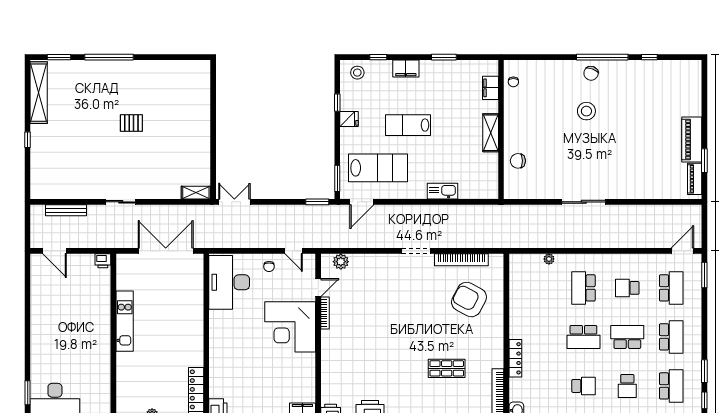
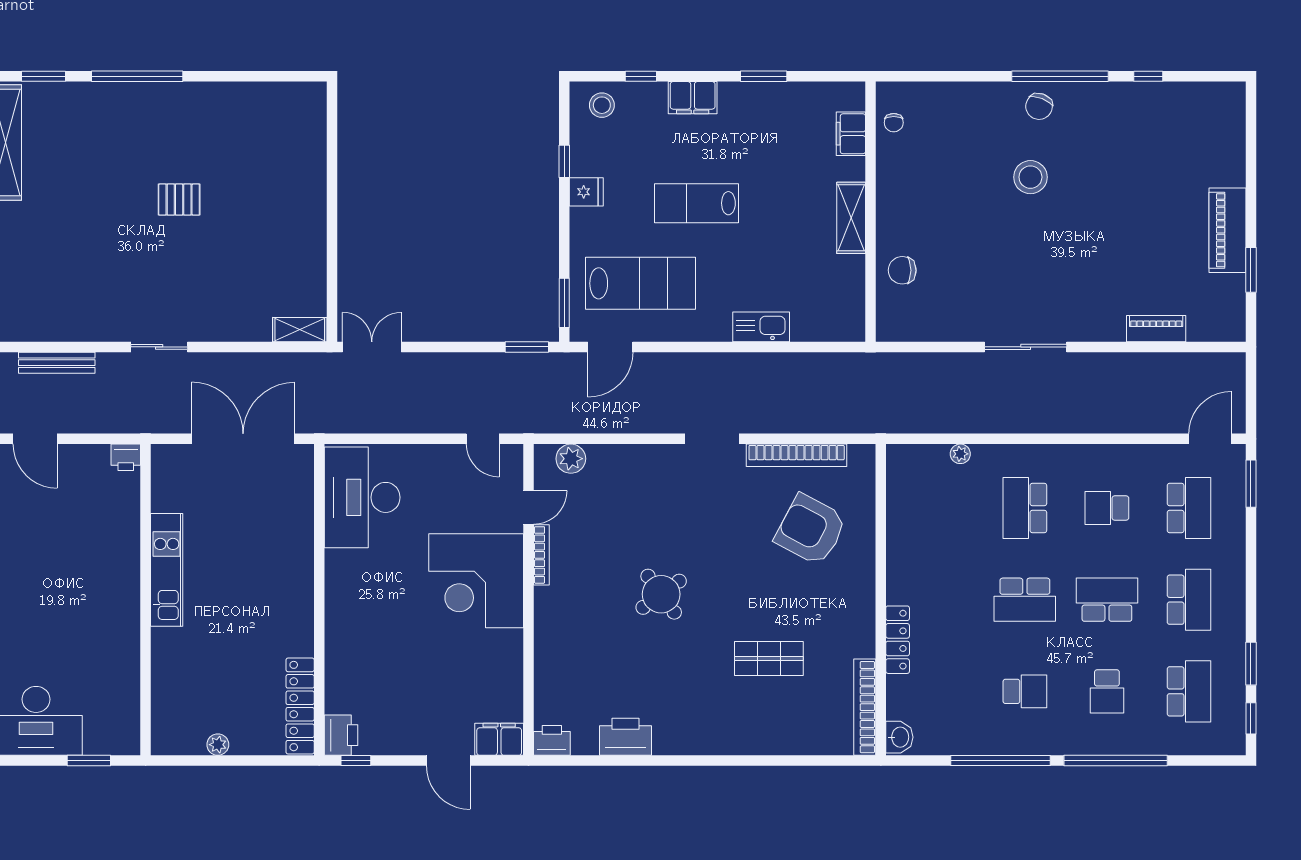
piano: (695, 179) -> (1156, 329), moved, turned 90
chair: (269, 266) -> (436, 468), removed
round table: (389, 334) -> (661, 594), added

